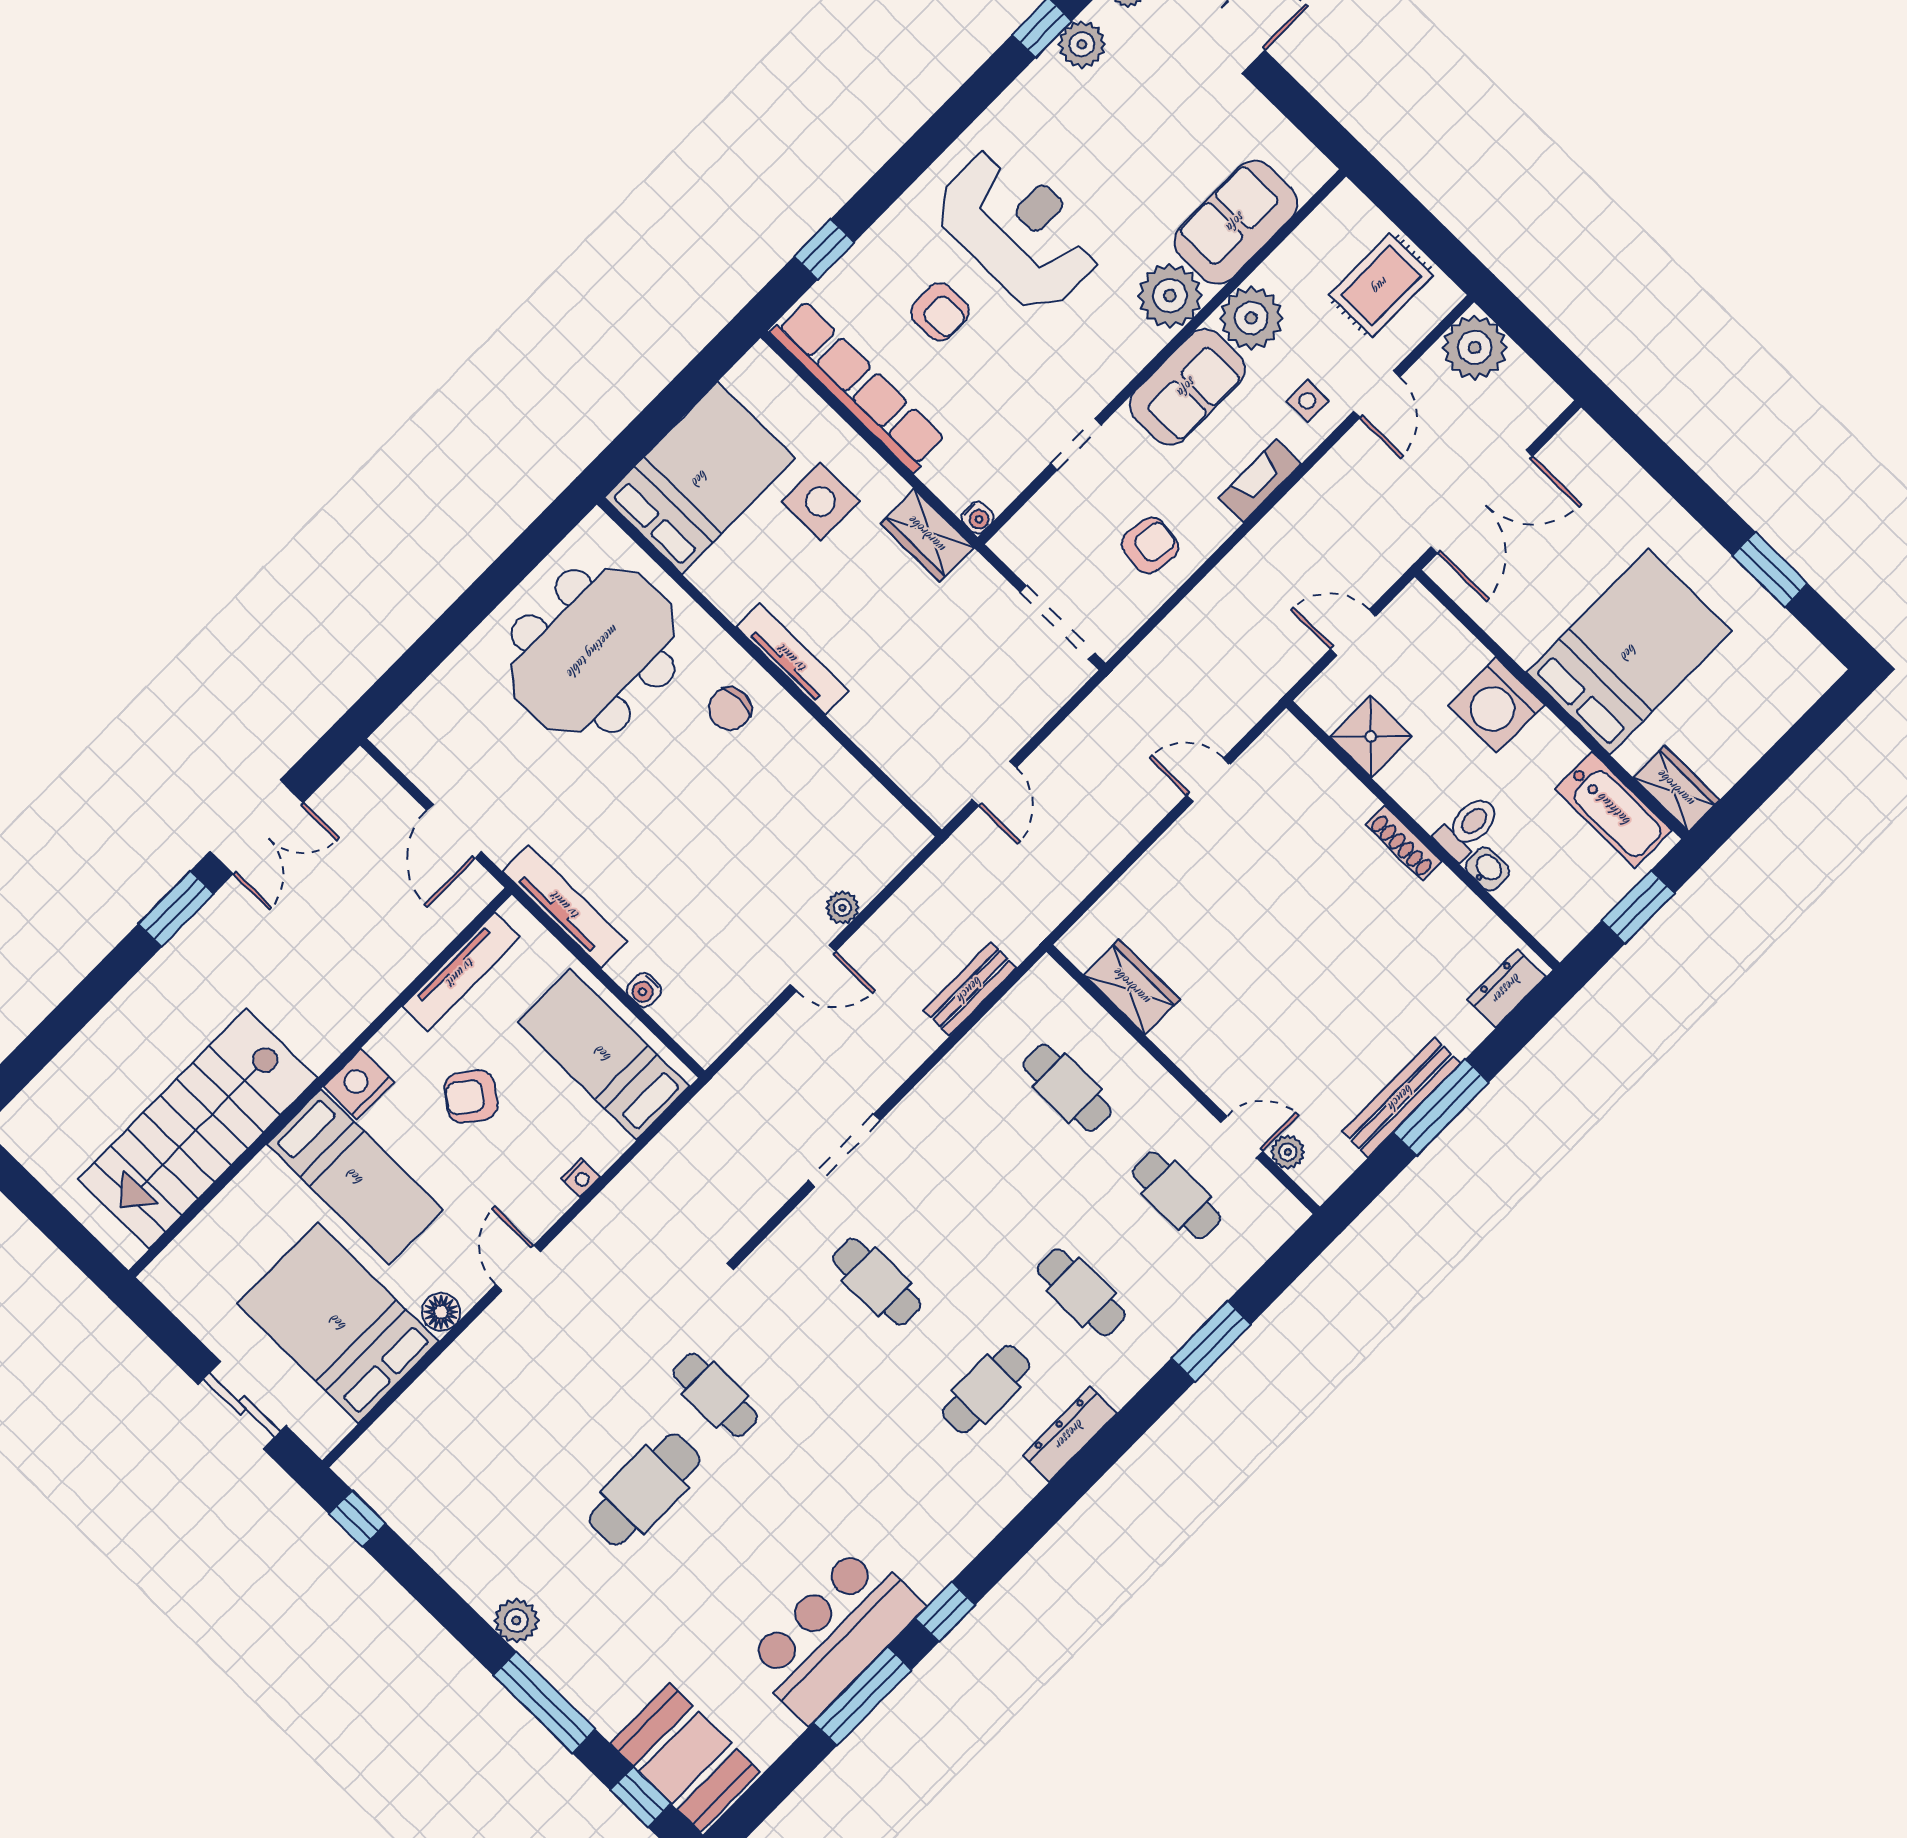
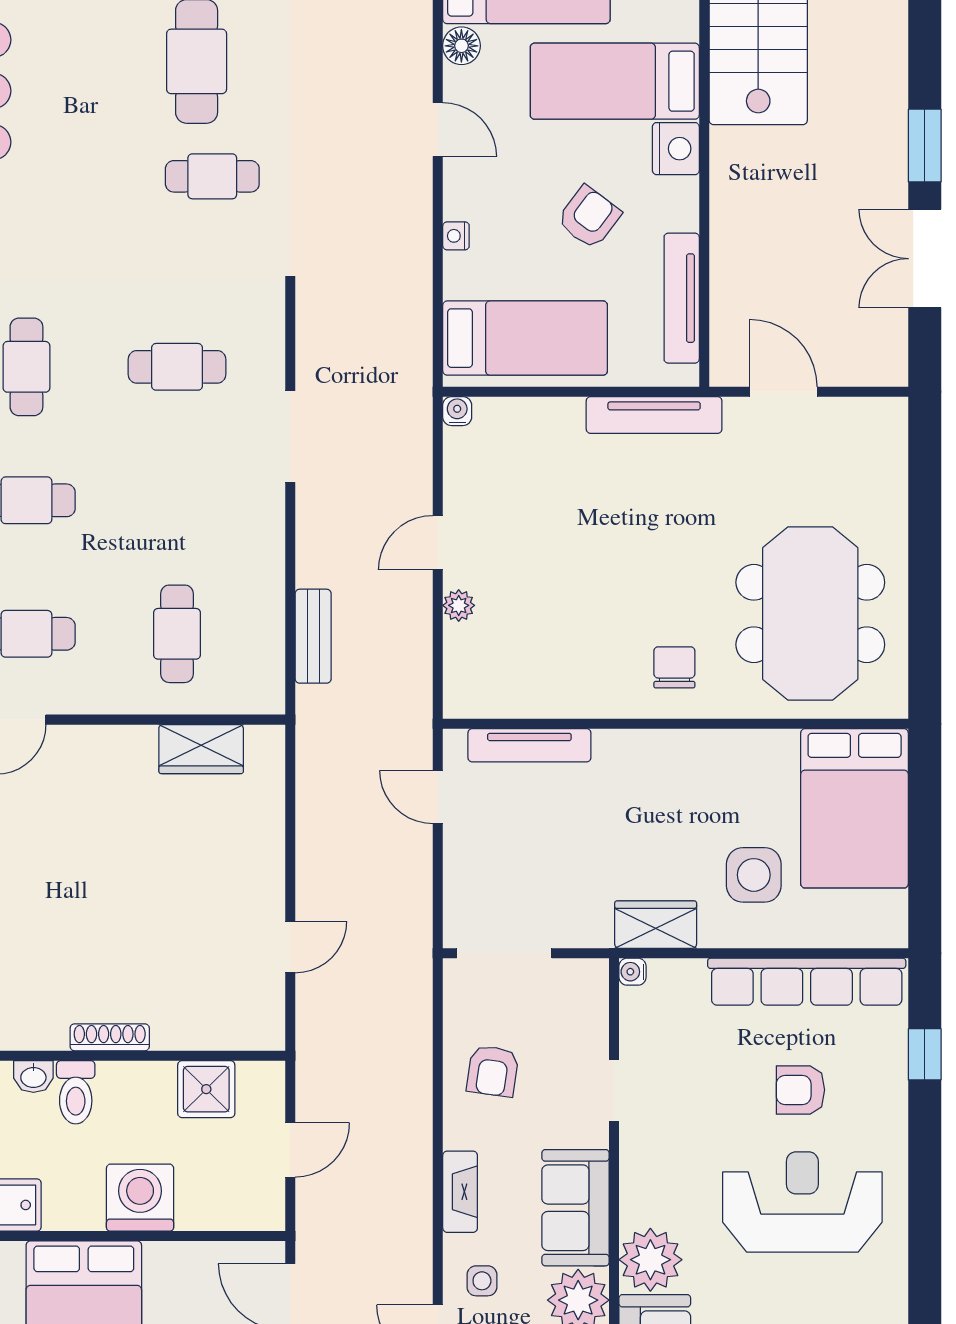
reception desk: (1018, 229) -> (802, 1202), turned 180
tv unit: (792, 659) -> (529, 745), moved
water cooler: (644, 990) -> (457, 411), moved
cafe table: (1067, 1088) -> (177, 634), turned 90

